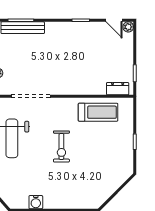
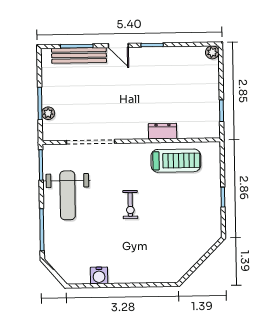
door: (114, 20) -> (118, 45), moved
dresser: (118, 89) -> (163, 131), moved
exercise bike: (61, 146) -> (130, 205), width x0.73, depth x0.72

